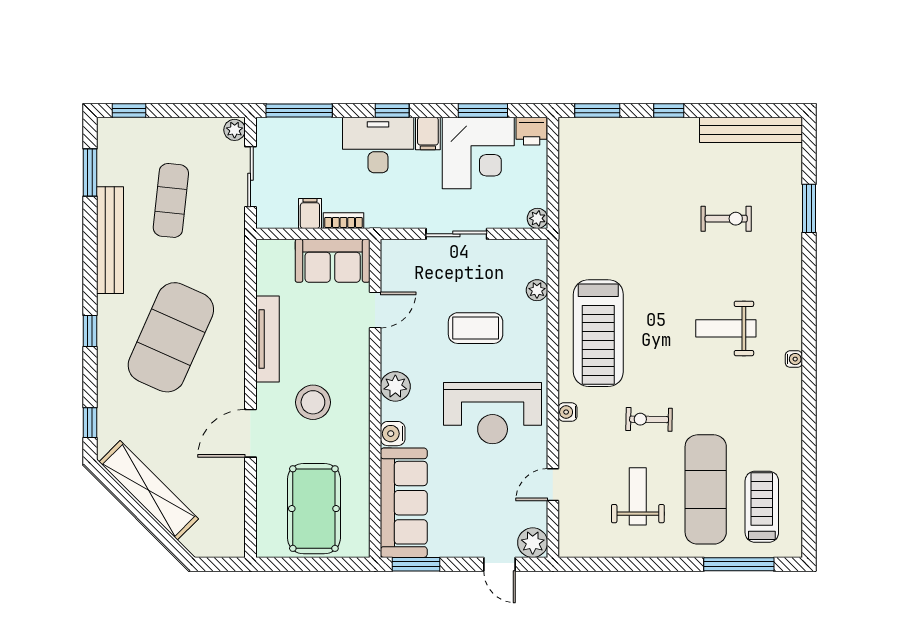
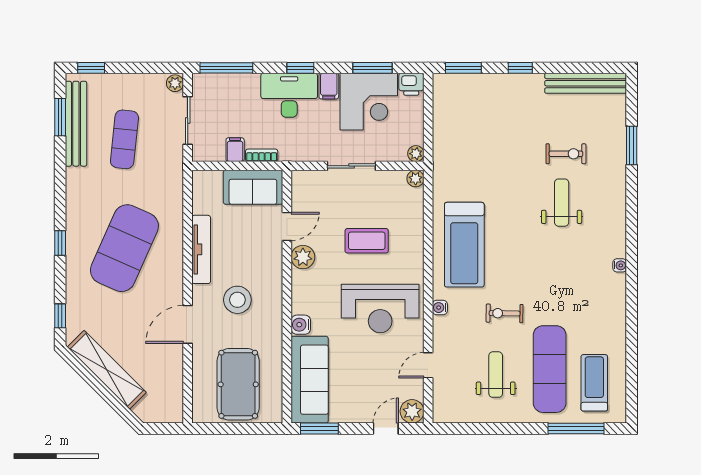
bench: (110, 240) -> (76, 124), moved
plant: (537, 290) -> (416, 179), moved
weight bench: (726, 328) -> (562, 203), moved, turned 90
plant: (395, 386) -> (303, 257), moved
door: (500, 564) -> (386, 428), swing flipped

